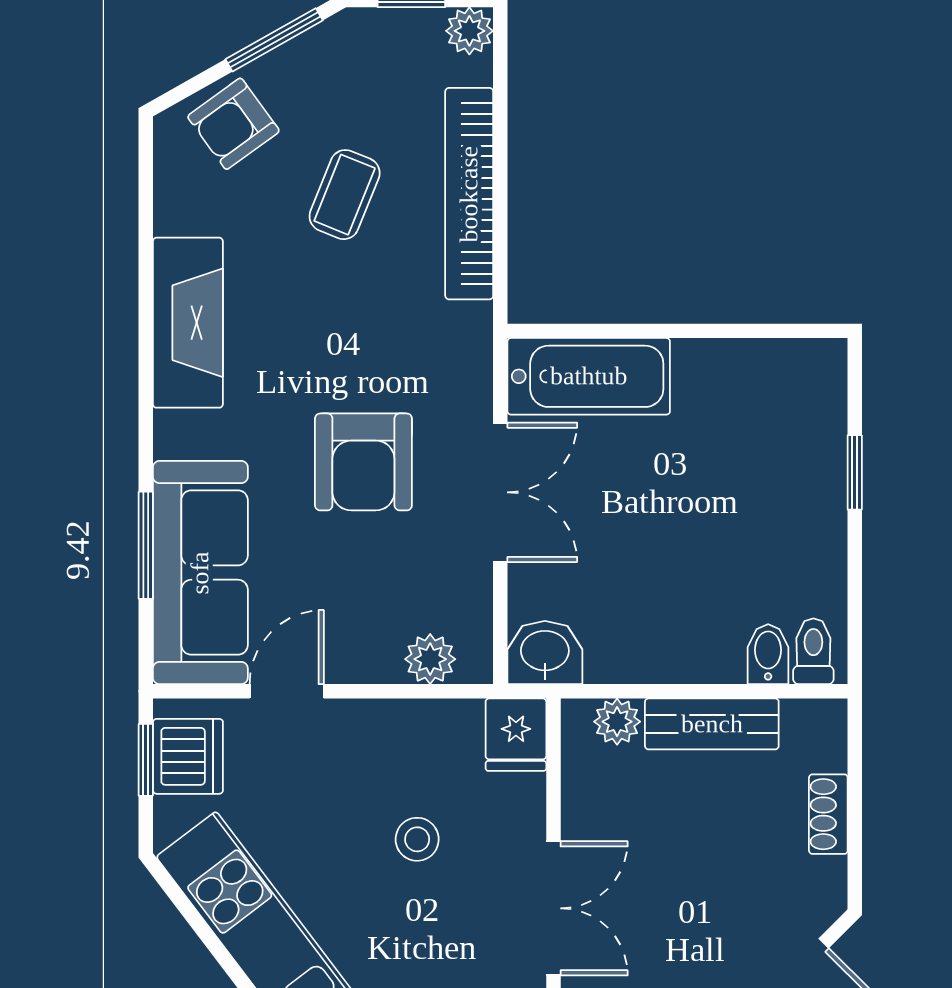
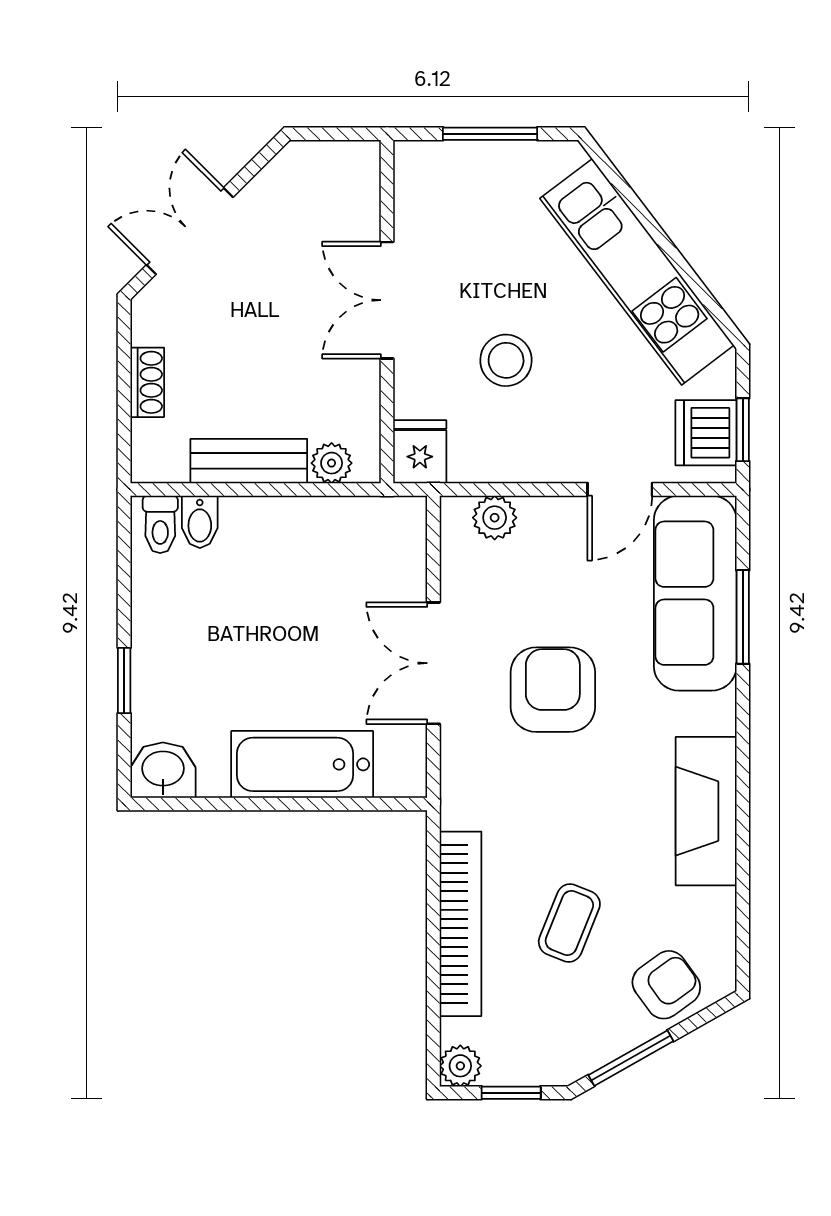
bathtub: (589, 376) -> (302, 764), moved
washbasin: (545, 652) -> (163, 770), moved, turned 180
stool: (417, 839) -> (506, 360), width x1.37, depth x1.37

